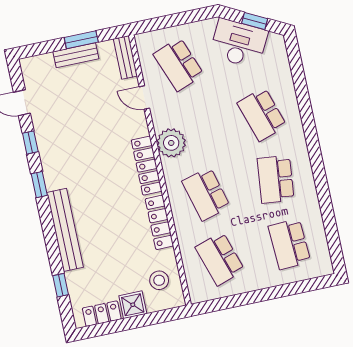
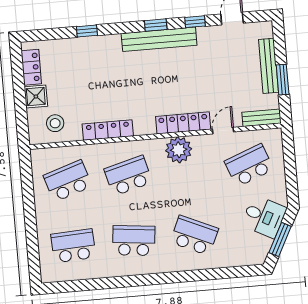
window: (255, 21) -> (280, 239), width x1.50
desk: (239, 43) -> (264, 216), width x0.73
bench: (76, 55) -> (269, 66), width x1.36
school desk: (262, 114) -> (194, 235), turned 42
locker: (147, 166) -> (183, 123), moved
bench: (65, 230) -> (159, 39), moved
window: (61, 285) -> (87, 31), moved

